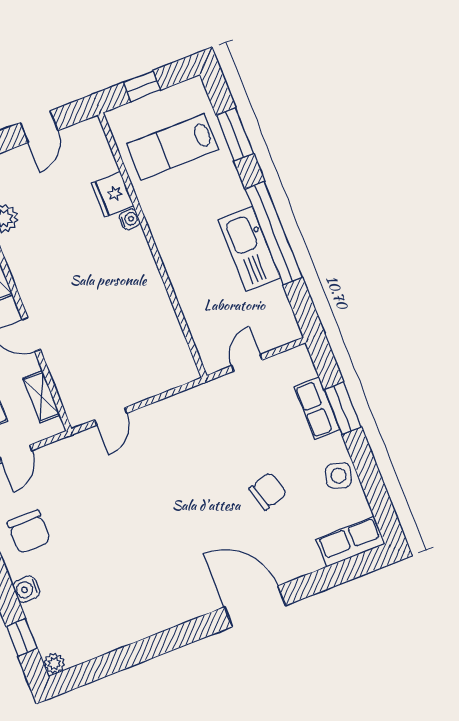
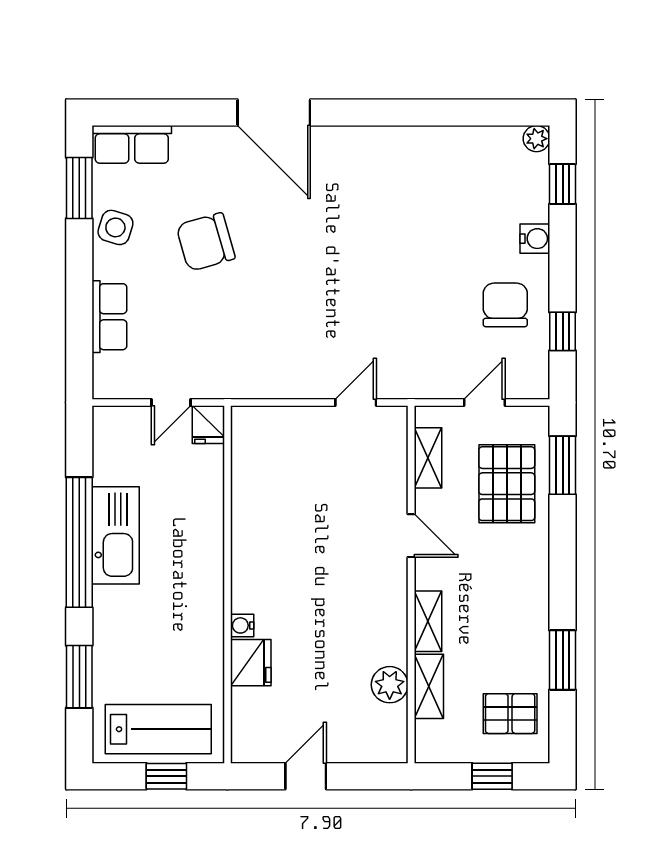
lab bench: (173, 147) -> (158, 729), moved
fridge: (213, 357) -> (208, 425), added
window: (343, 408) -> (79, 188), moved
chair: (268, 491) -> (206, 242), width x1.37, depth x1.37

